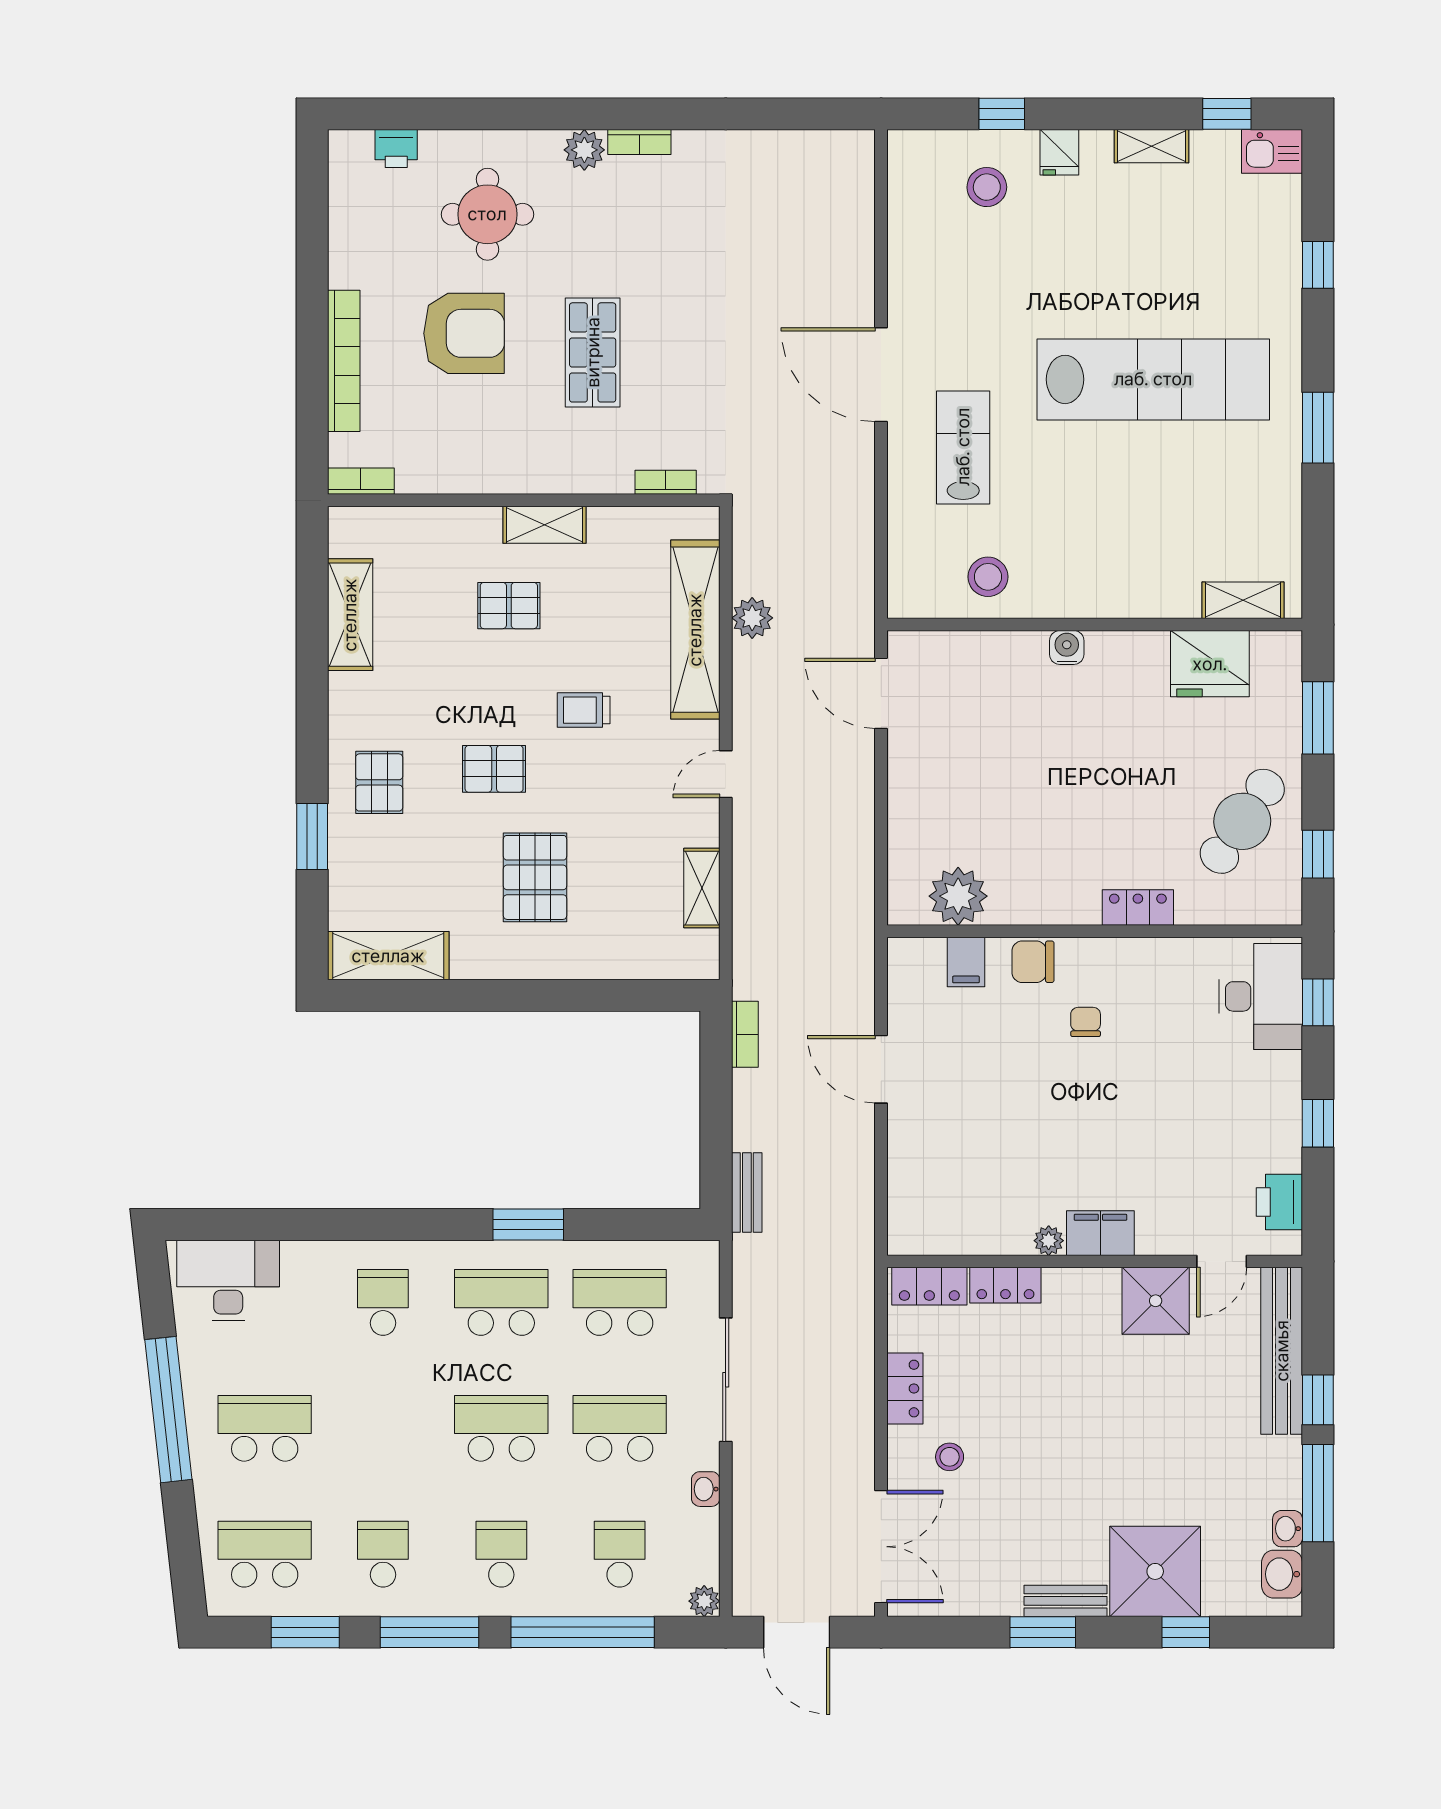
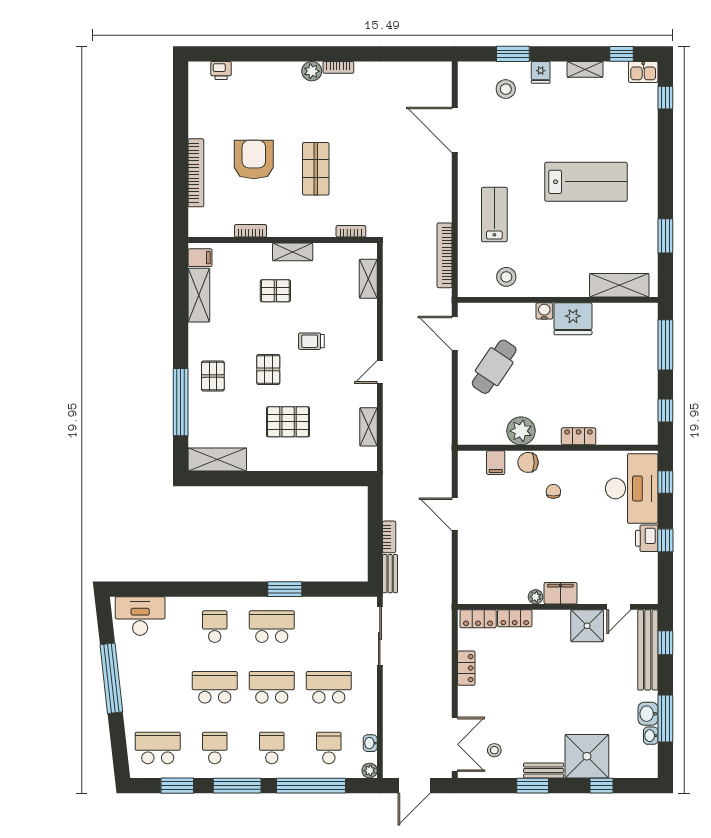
window: (1002, 114) -> (513, 54), width x1.50
round table: (487, 214) -> (265, 102), removed
window: (1318, 265) -> (665, 98), moved
armchair: (464, 333) -> (254, 160), turned -90
door: (881, 375) -> (455, 130), moved
lab bench: (1153, 379) -> (586, 182), width x0.73
window: (1318, 428) -> (665, 236), moved
bookcase: (361, 481) -> (251, 231), moved
bookcase: (860, 532) -> (445, 255), added
filing cabinet: (352, 537) -> (200, 258), added
shelving: (1243, 600) -> (619, 285), width x1.50, depth x1.33
plant: (752, 618) -> (393, 297), removed
shelving: (695, 630) -> (368, 279), width x0.45, depth x0.75
fridge: (1210, 664) -> (573, 319), moved
window: (1318, 718) -> (665, 345), width x1.44
pallet: (494, 769) -> (268, 369), turned 90
cafe table: (1242, 821) -> (494, 367), moved
window: (312, 837) -> (181, 402), width x2.11
pallet: (535, 877) -> (288, 422), turned 90
plant: (958, 896) -> (521, 431), moved
desk: (1261, 996) -> (632, 488), width x1.36, depth x1.30
bookcase: (745, 1034) -> (389, 537), moved
printer: (1279, 1202) -> (647, 538), moved
school desk: (620, 1302) -> (329, 627), removed
sliding door: (726, 1380) -> (380, 636), moved
window: (1318, 1400) -> (665, 643), moved
school desk: (265, 1428) -> (215, 687), moved
stool: (950, 1457) -> (494, 750), moved
washbasin: (706, 1489) -> (370, 743), moved
washbasin: (1282, 1574) -> (648, 714), moved
door: (797, 1632) -> (414, 786), hinge flipped

